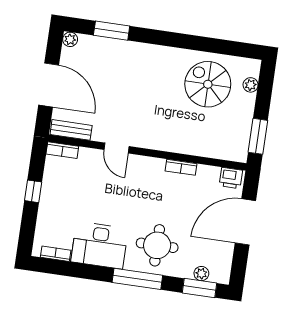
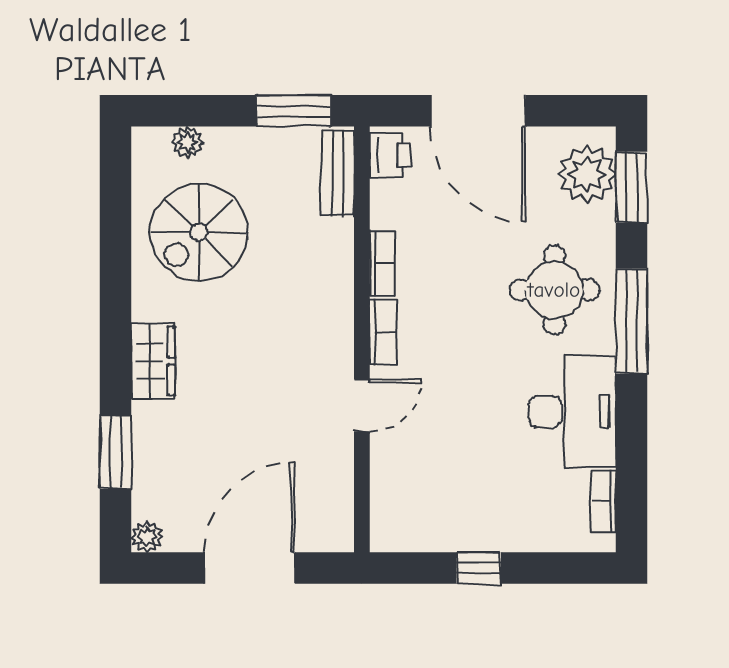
wardrobe: (151, 54) -> (153, 361), added
bench: (71, 130) -> (338, 174), moved
bookcase: (62, 150) -> (383, 332), moved
plant: (201, 274) -> (587, 174), width x1.88, depth x1.88

